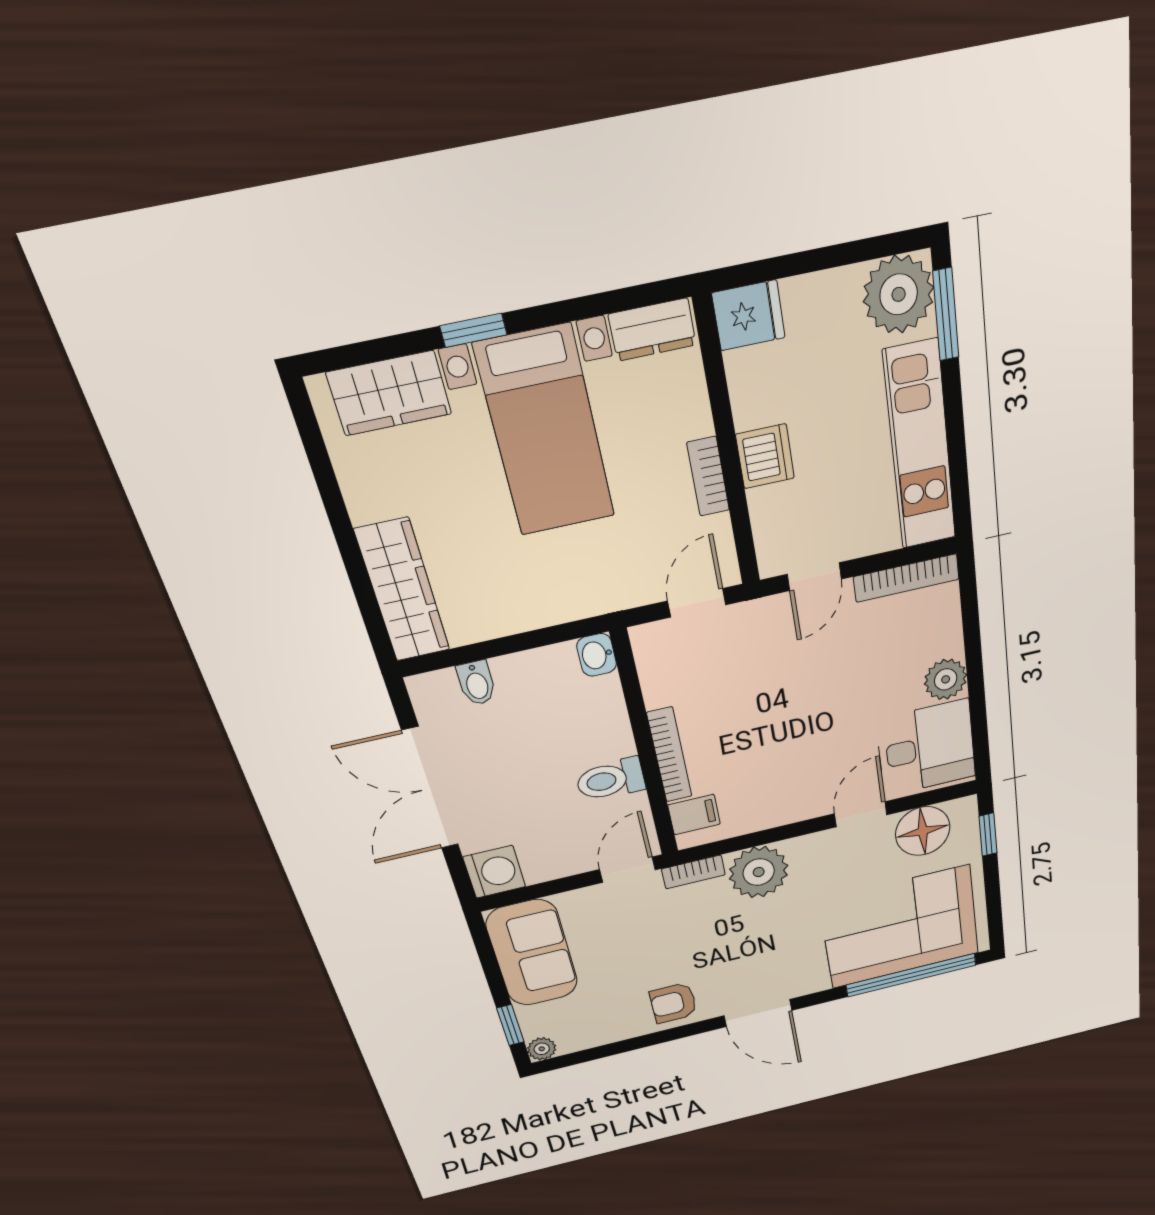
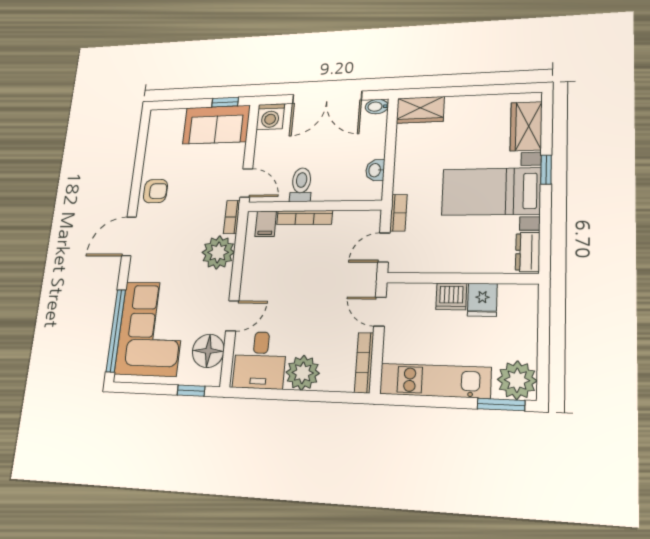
fridge: (749, 315) -> (482, 300), moved
bookcase: (708, 476) -> (398, 213), moved, turned 90
wardrobe: (403, 590) -> (420, 110), width x0.67
door: (697, 603) -> (384, 248), swing flipped
washbasin: (597, 655) -> (375, 170), moved, turned -90
plant: (946, 679) -> (303, 373), width x1.36, depth x1.36
bidet: (476, 683) -> (377, 107), moved
double door: (430, 789) -> (327, 97), swing flipped
door: (861, 814) -> (232, 316), hinge flipped
armchair: (673, 1003) -> (155, 191), turned 90
window: (510, 1025) -> (225, 102), moved
plant: (542, 1049) -> (157, 117), removed

